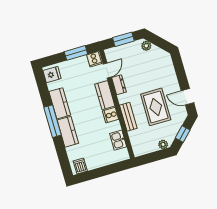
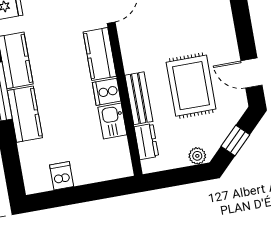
dresser: (119, 85) -> (146, 142), moved
kitchen sink: (118, 140) -> (112, 121), moved
dishwasher: (80, 166) -> (62, 176), moved

